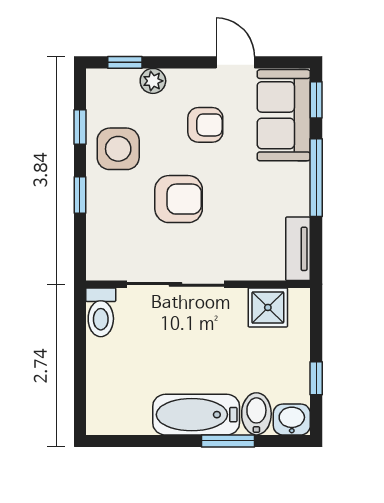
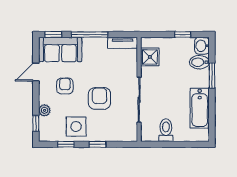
toilet: (101, 312) -> (166, 130), moved, turned -90
bathtub: (196, 415) -> (200, 108), moved

